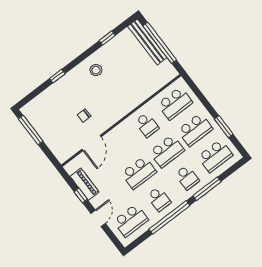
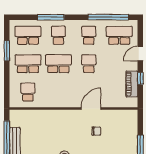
school desk: (175, 103) -> (28, 92), width x0.54
school desk: (147, 125) -> (58, 92), removed
door: (92, 143) -> (91, 108), moved
school desk: (139, 173) -> (89, 64), width x0.54
window: (169, 217) -> (108, 17), moved

